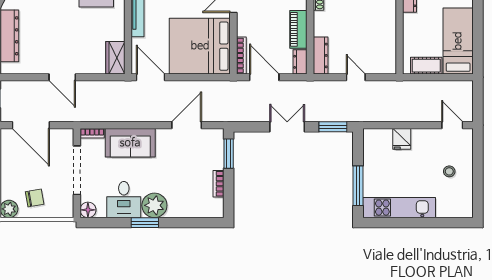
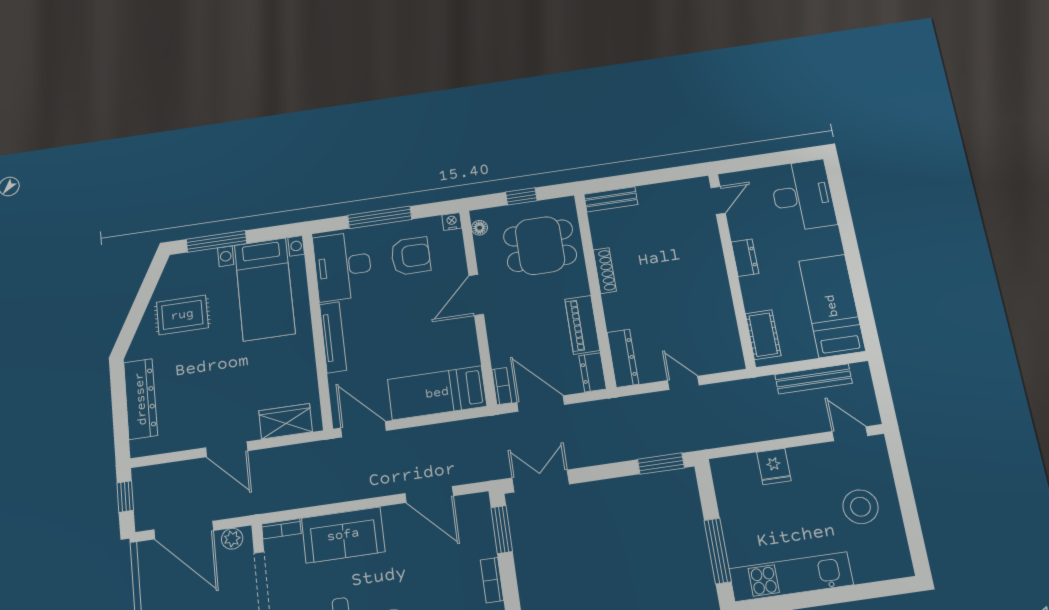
bed: (200, 46) -> (437, 393), width x0.49
bookcase: (241, 55) -> (502, 386), width x0.64
wardrobe: (115, 58) -> (285, 421), moved, turned 90
cot: (426, 66) -> (763, 335), moved, turned 90
bench: (437, 87) -> (814, 379), added
door: (187, 125) -> (429, 495), swing flipped
double door: (287, 127) -> (541, 481), moved
plant: (61, 135) -> (232, 539), added
stool: (449, 171) -> (860, 507), width x1.89, depth x1.89

